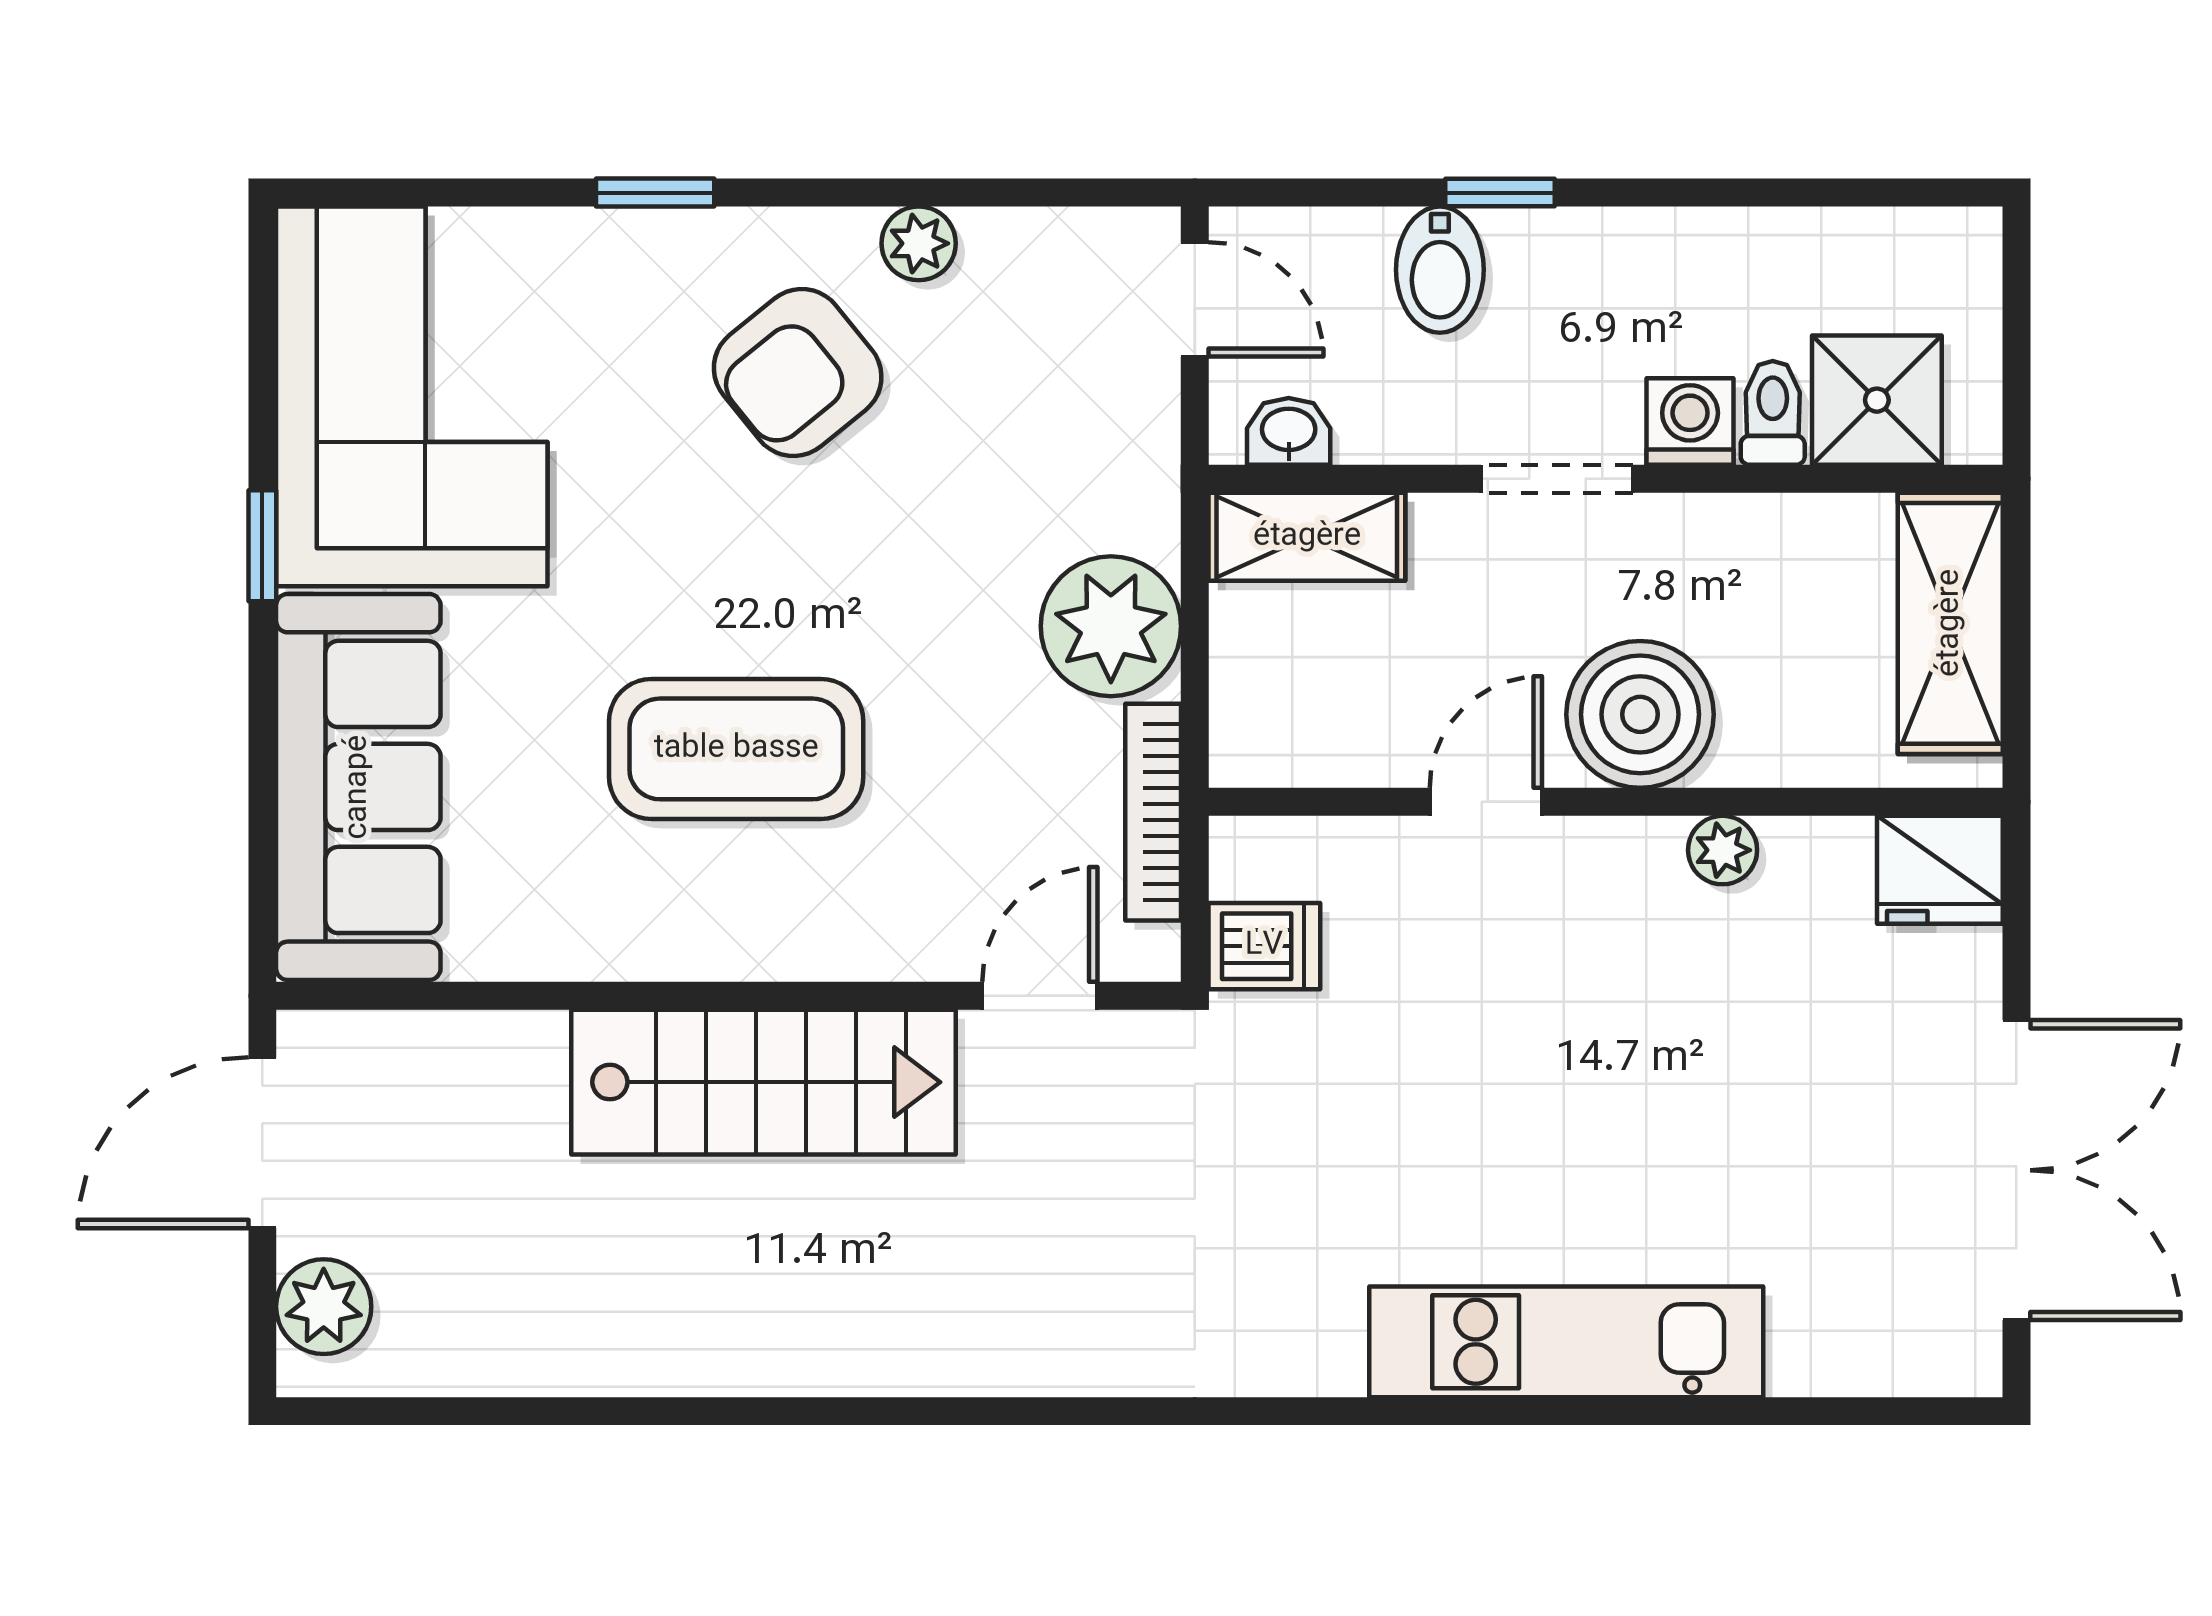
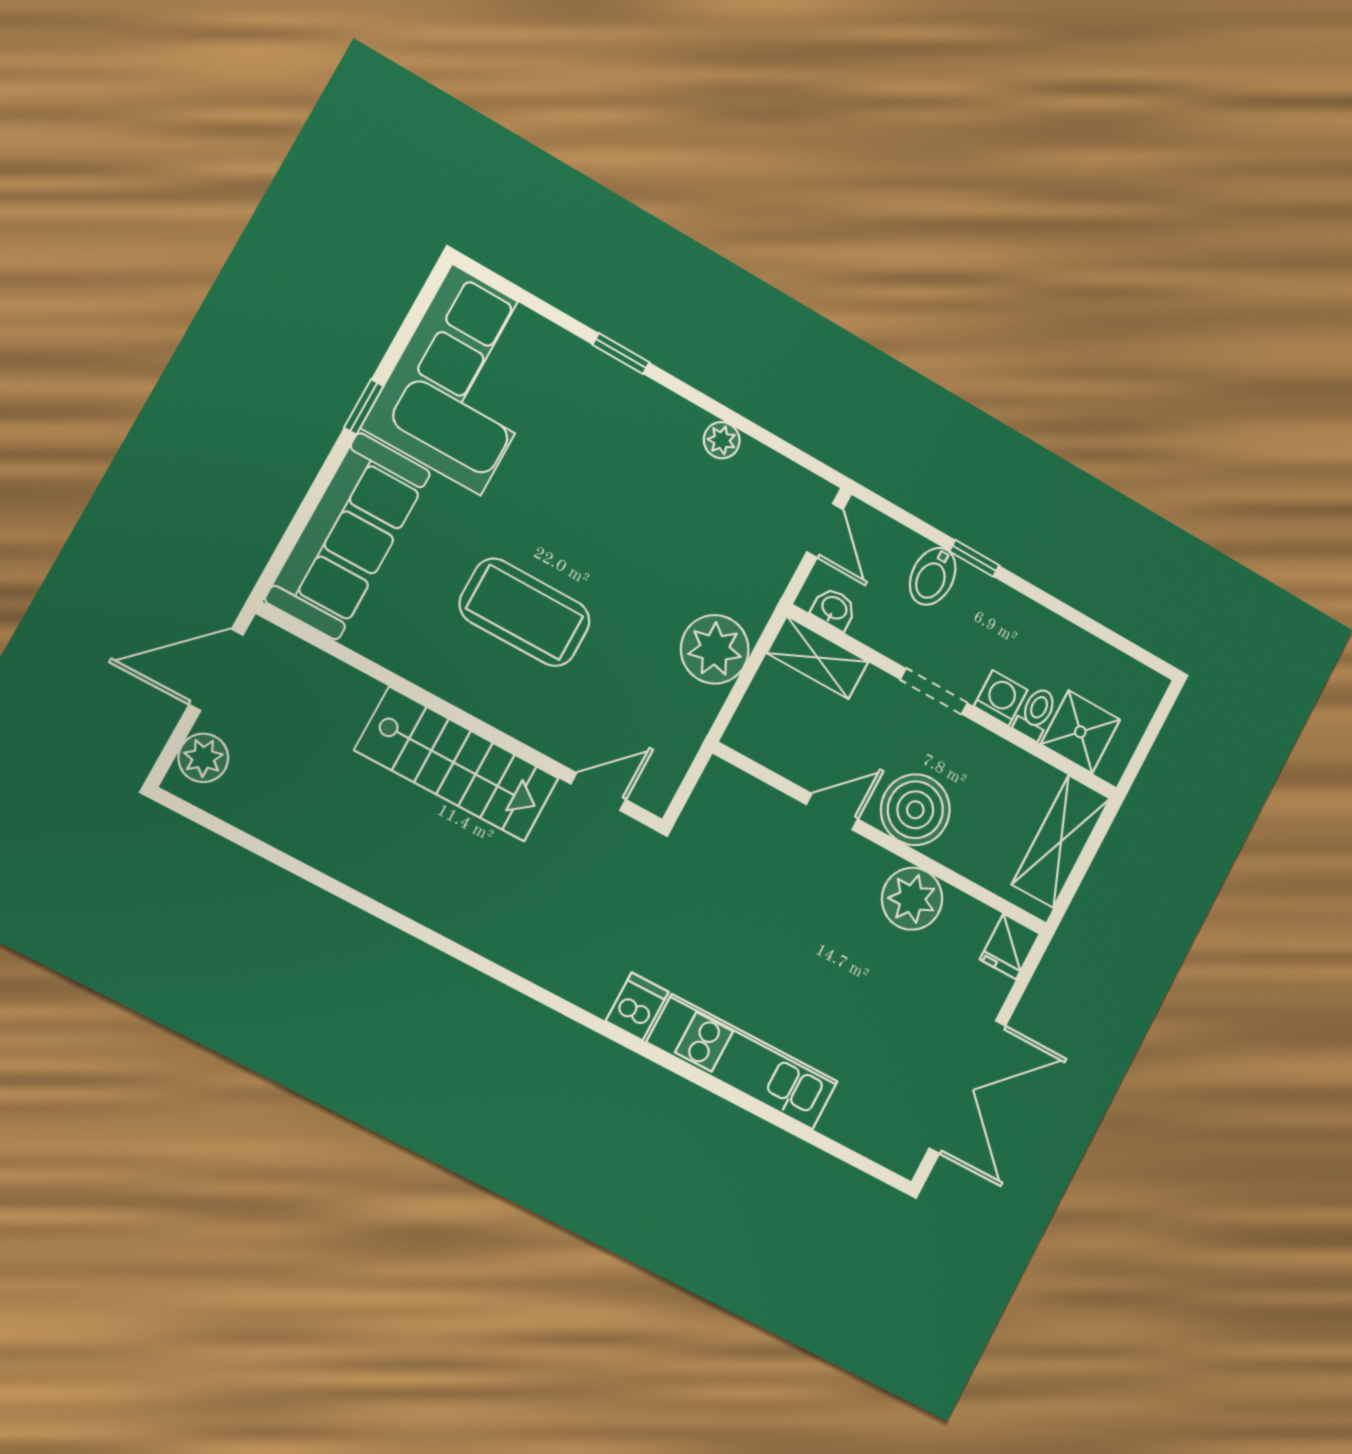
armchair: (798, 373) -> (640, 465), removed
bookcase: (1153, 812) -> (690, 739), removed
plant: (1723, 850) -> (912, 899), width x1.87, depth x1.87
fridge: (1940, 870) -> (1010, 947), width x0.72
dishwasher: (1264, 946) -> (637, 1006), moved, turned -90

